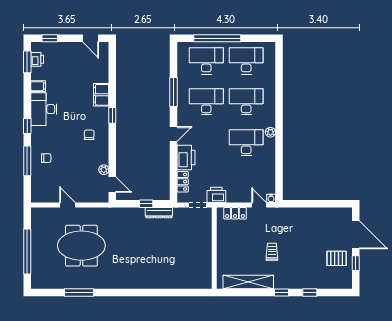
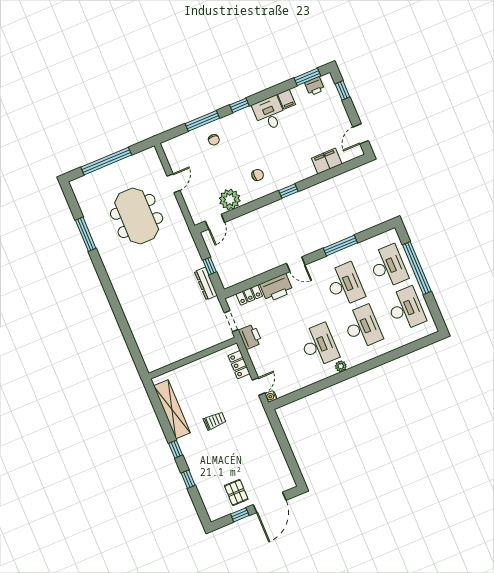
filing cabinet: (101, 95) -> (327, 161), moved
desk: (44, 109) -> (269, 113), width x0.73
plant: (104, 170) -> (230, 200), width x1.88, depth x1.88

